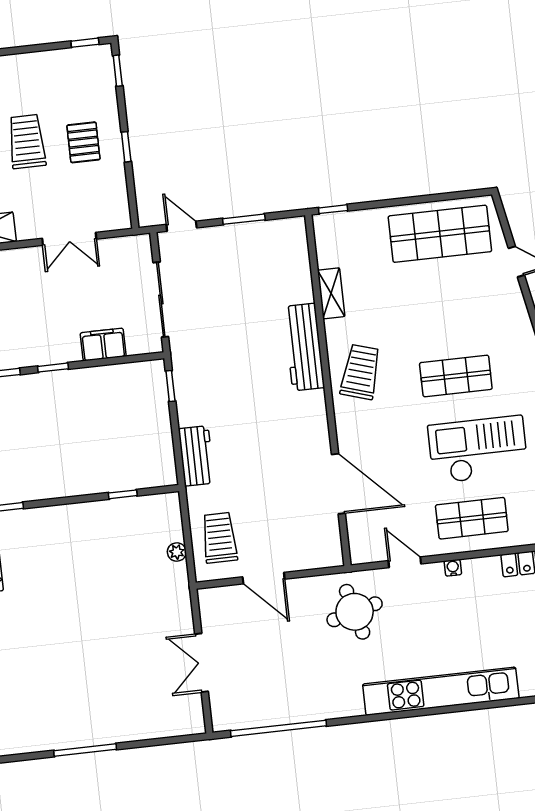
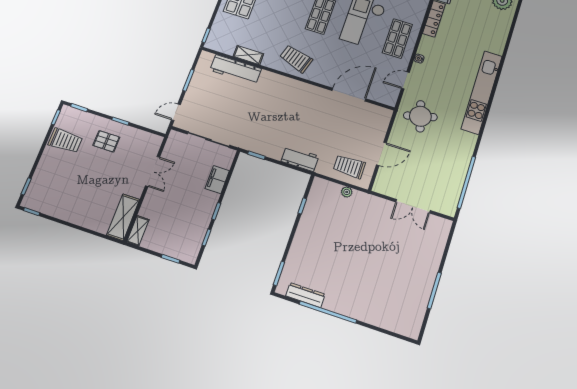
trolley: (27, 142) -> (65, 141), moved, turned 180
workbench: (304, 347) -> (236, 70), moved

